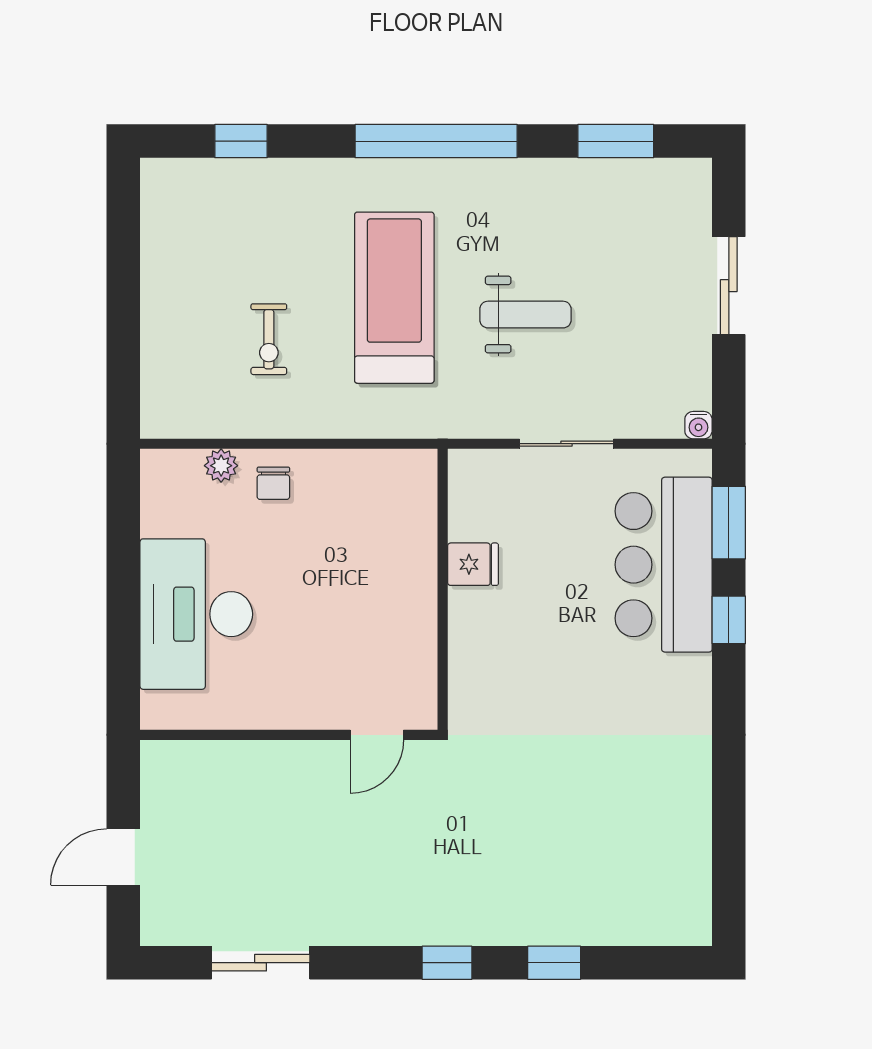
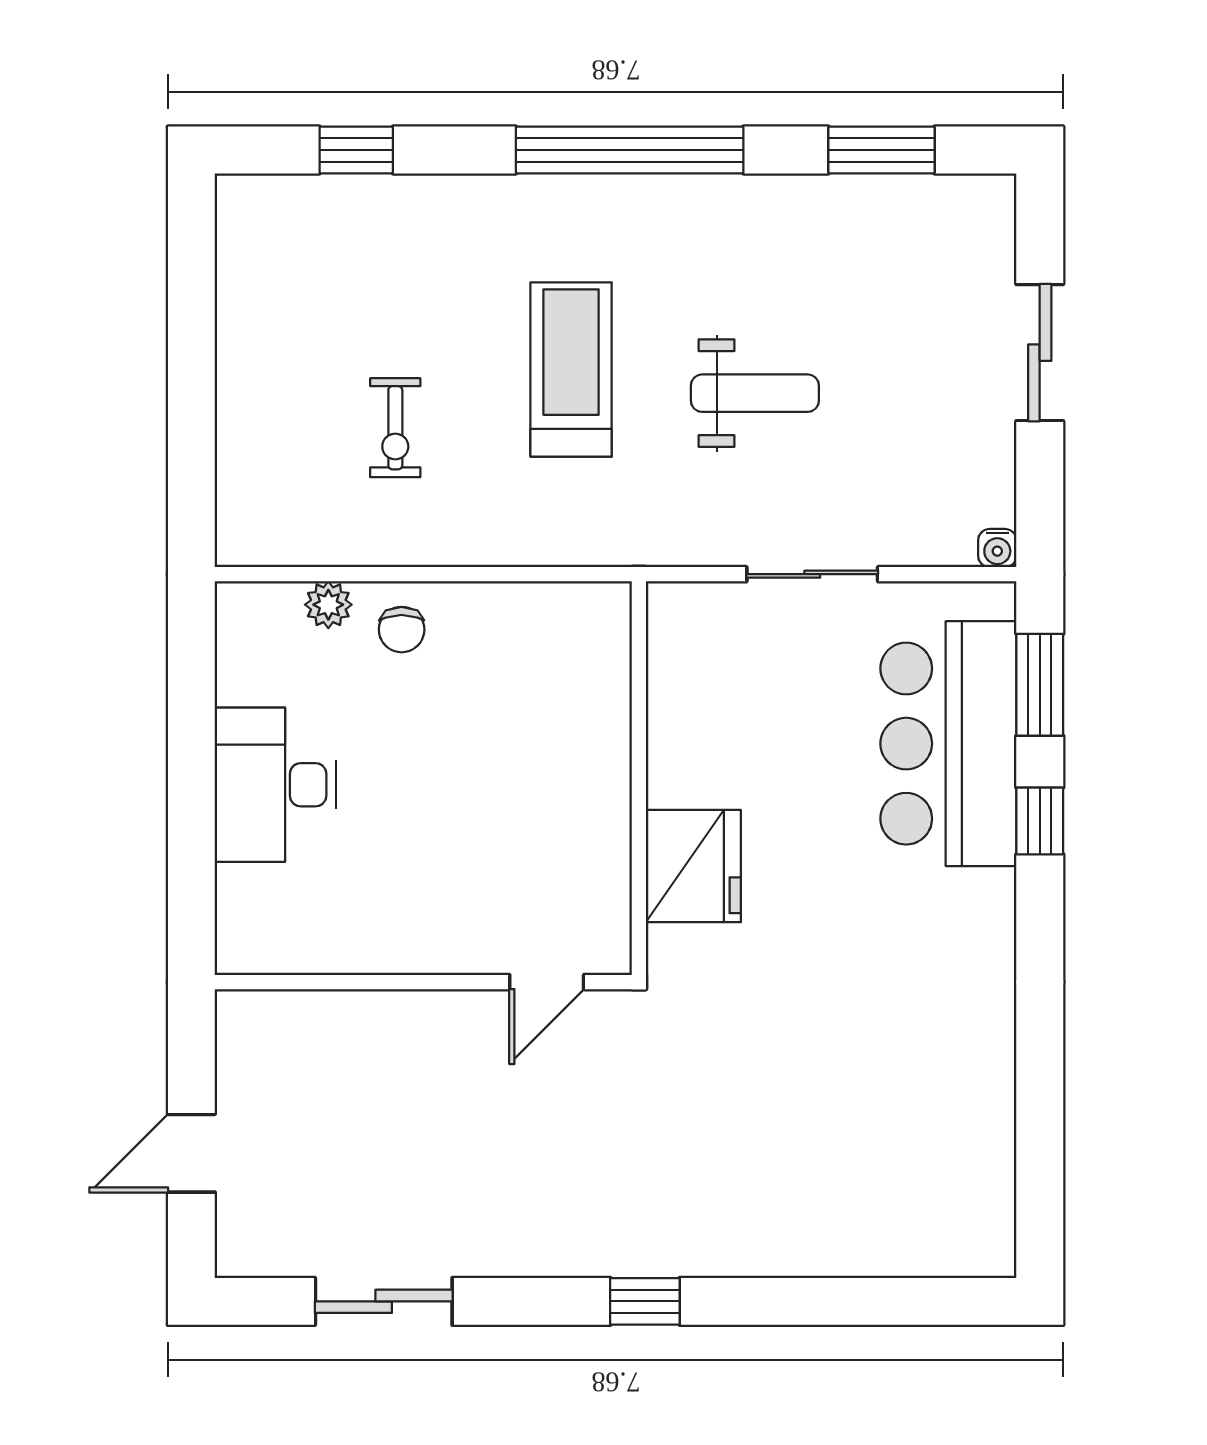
treadmill: (394, 298) -> (571, 370), width x0.73, depth x0.73
fridge: (473, 564) -> (693, 866), moved, width x1.88, depth x1.34
desk: (196, 614) -> (275, 785), width x0.73, depth x0.77
window: (554, 963) -> (795, 1301), removed

